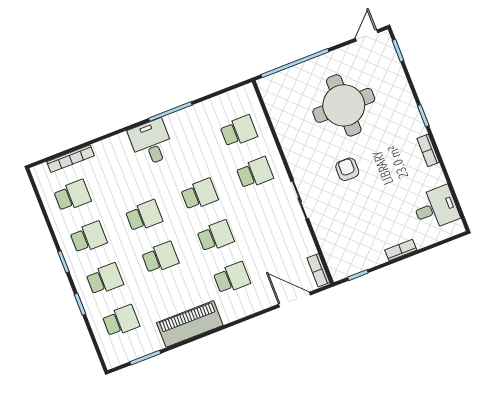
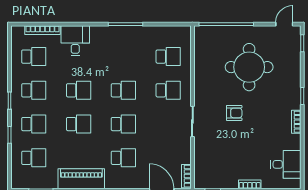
desk: (151, 143) -> (75, 41), moved
armchair: (347, 169) -> (234, 113), turned 90

